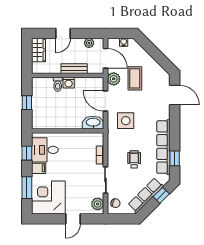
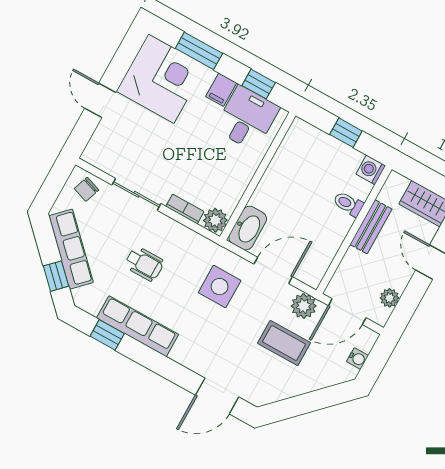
bench: (74, 69) -> (371, 227), moved
washing machine: (69, 83) -> (371, 170), moved
row of seats: (163, 147) -> (138, 326), width x0.73
plant: (98, 204) -> (215, 220), moved

